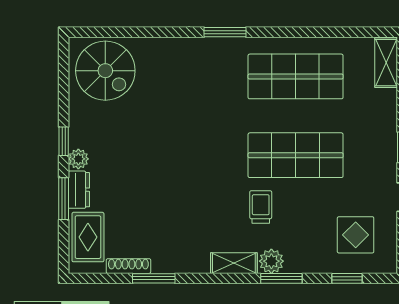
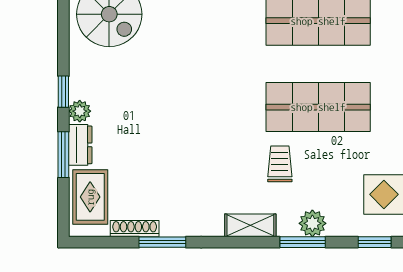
plant: (271, 261) -> (312, 223), moved

